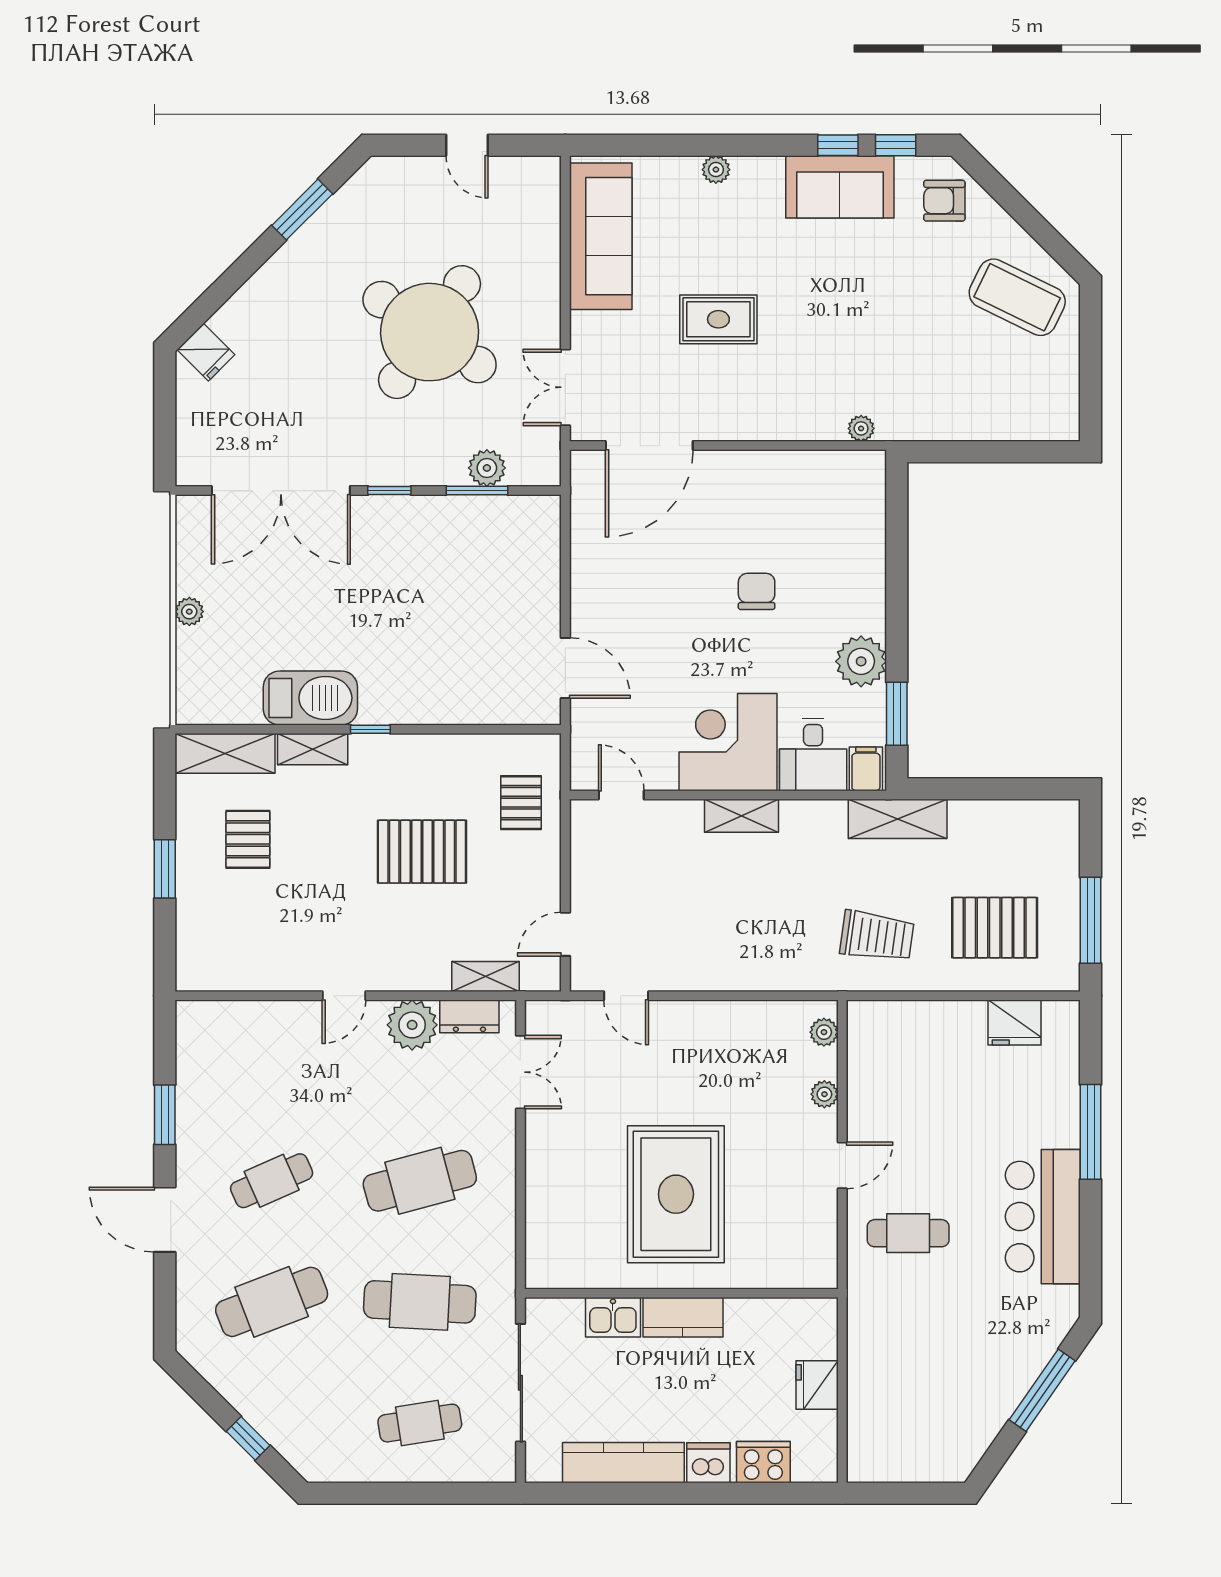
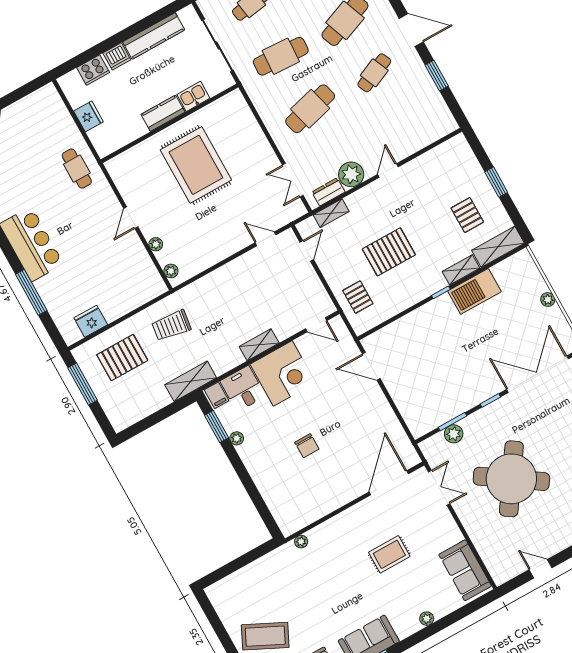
sofa: (601, 236) -> (465, 570), width x0.73
plant: (861, 661) -> (237, 438), width x0.53, depth x0.53
cafe table: (908, 1233) -> (77, 169), moved, turned 90

